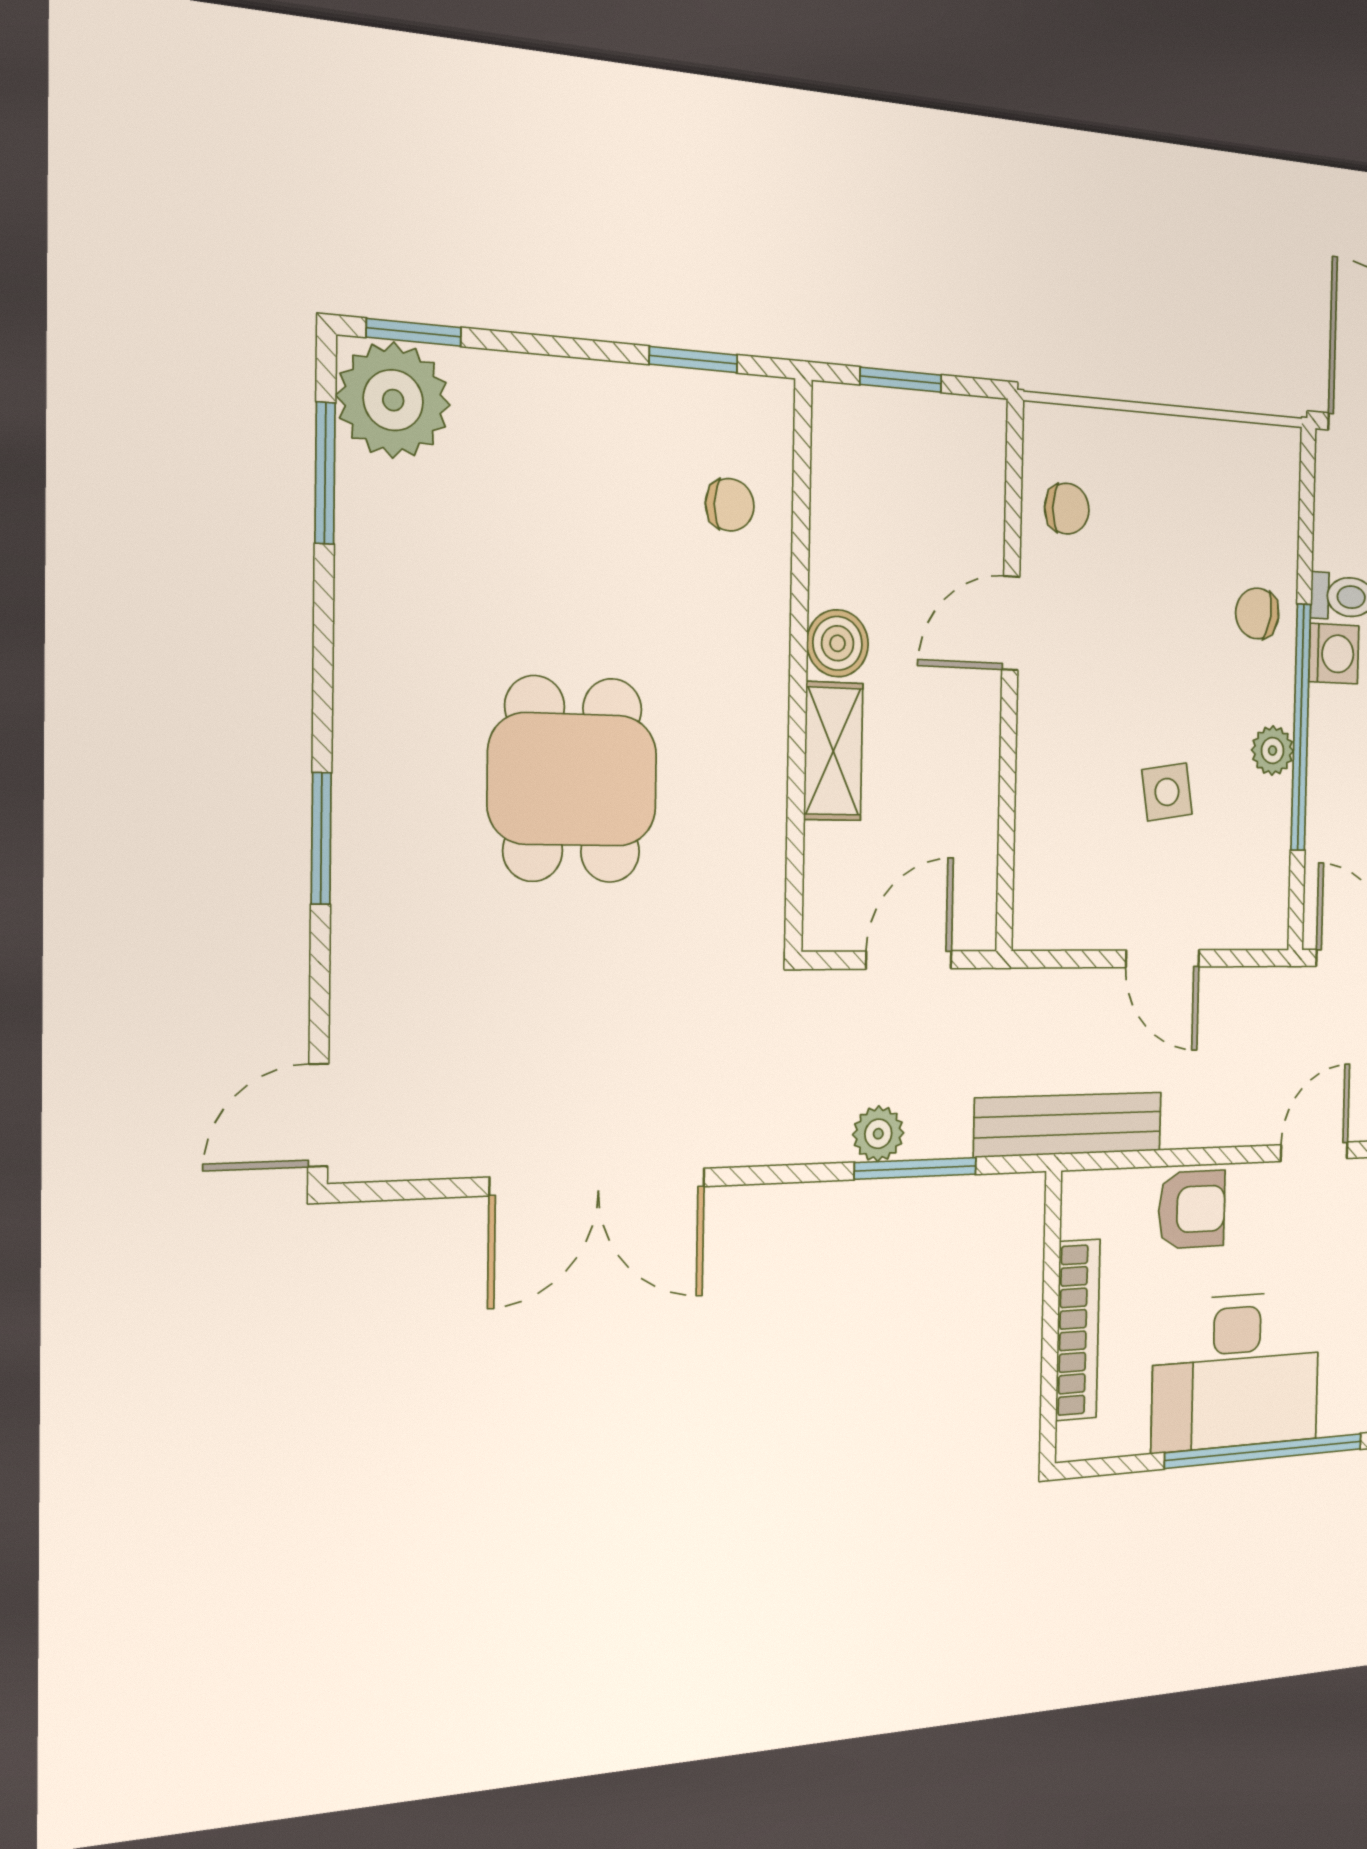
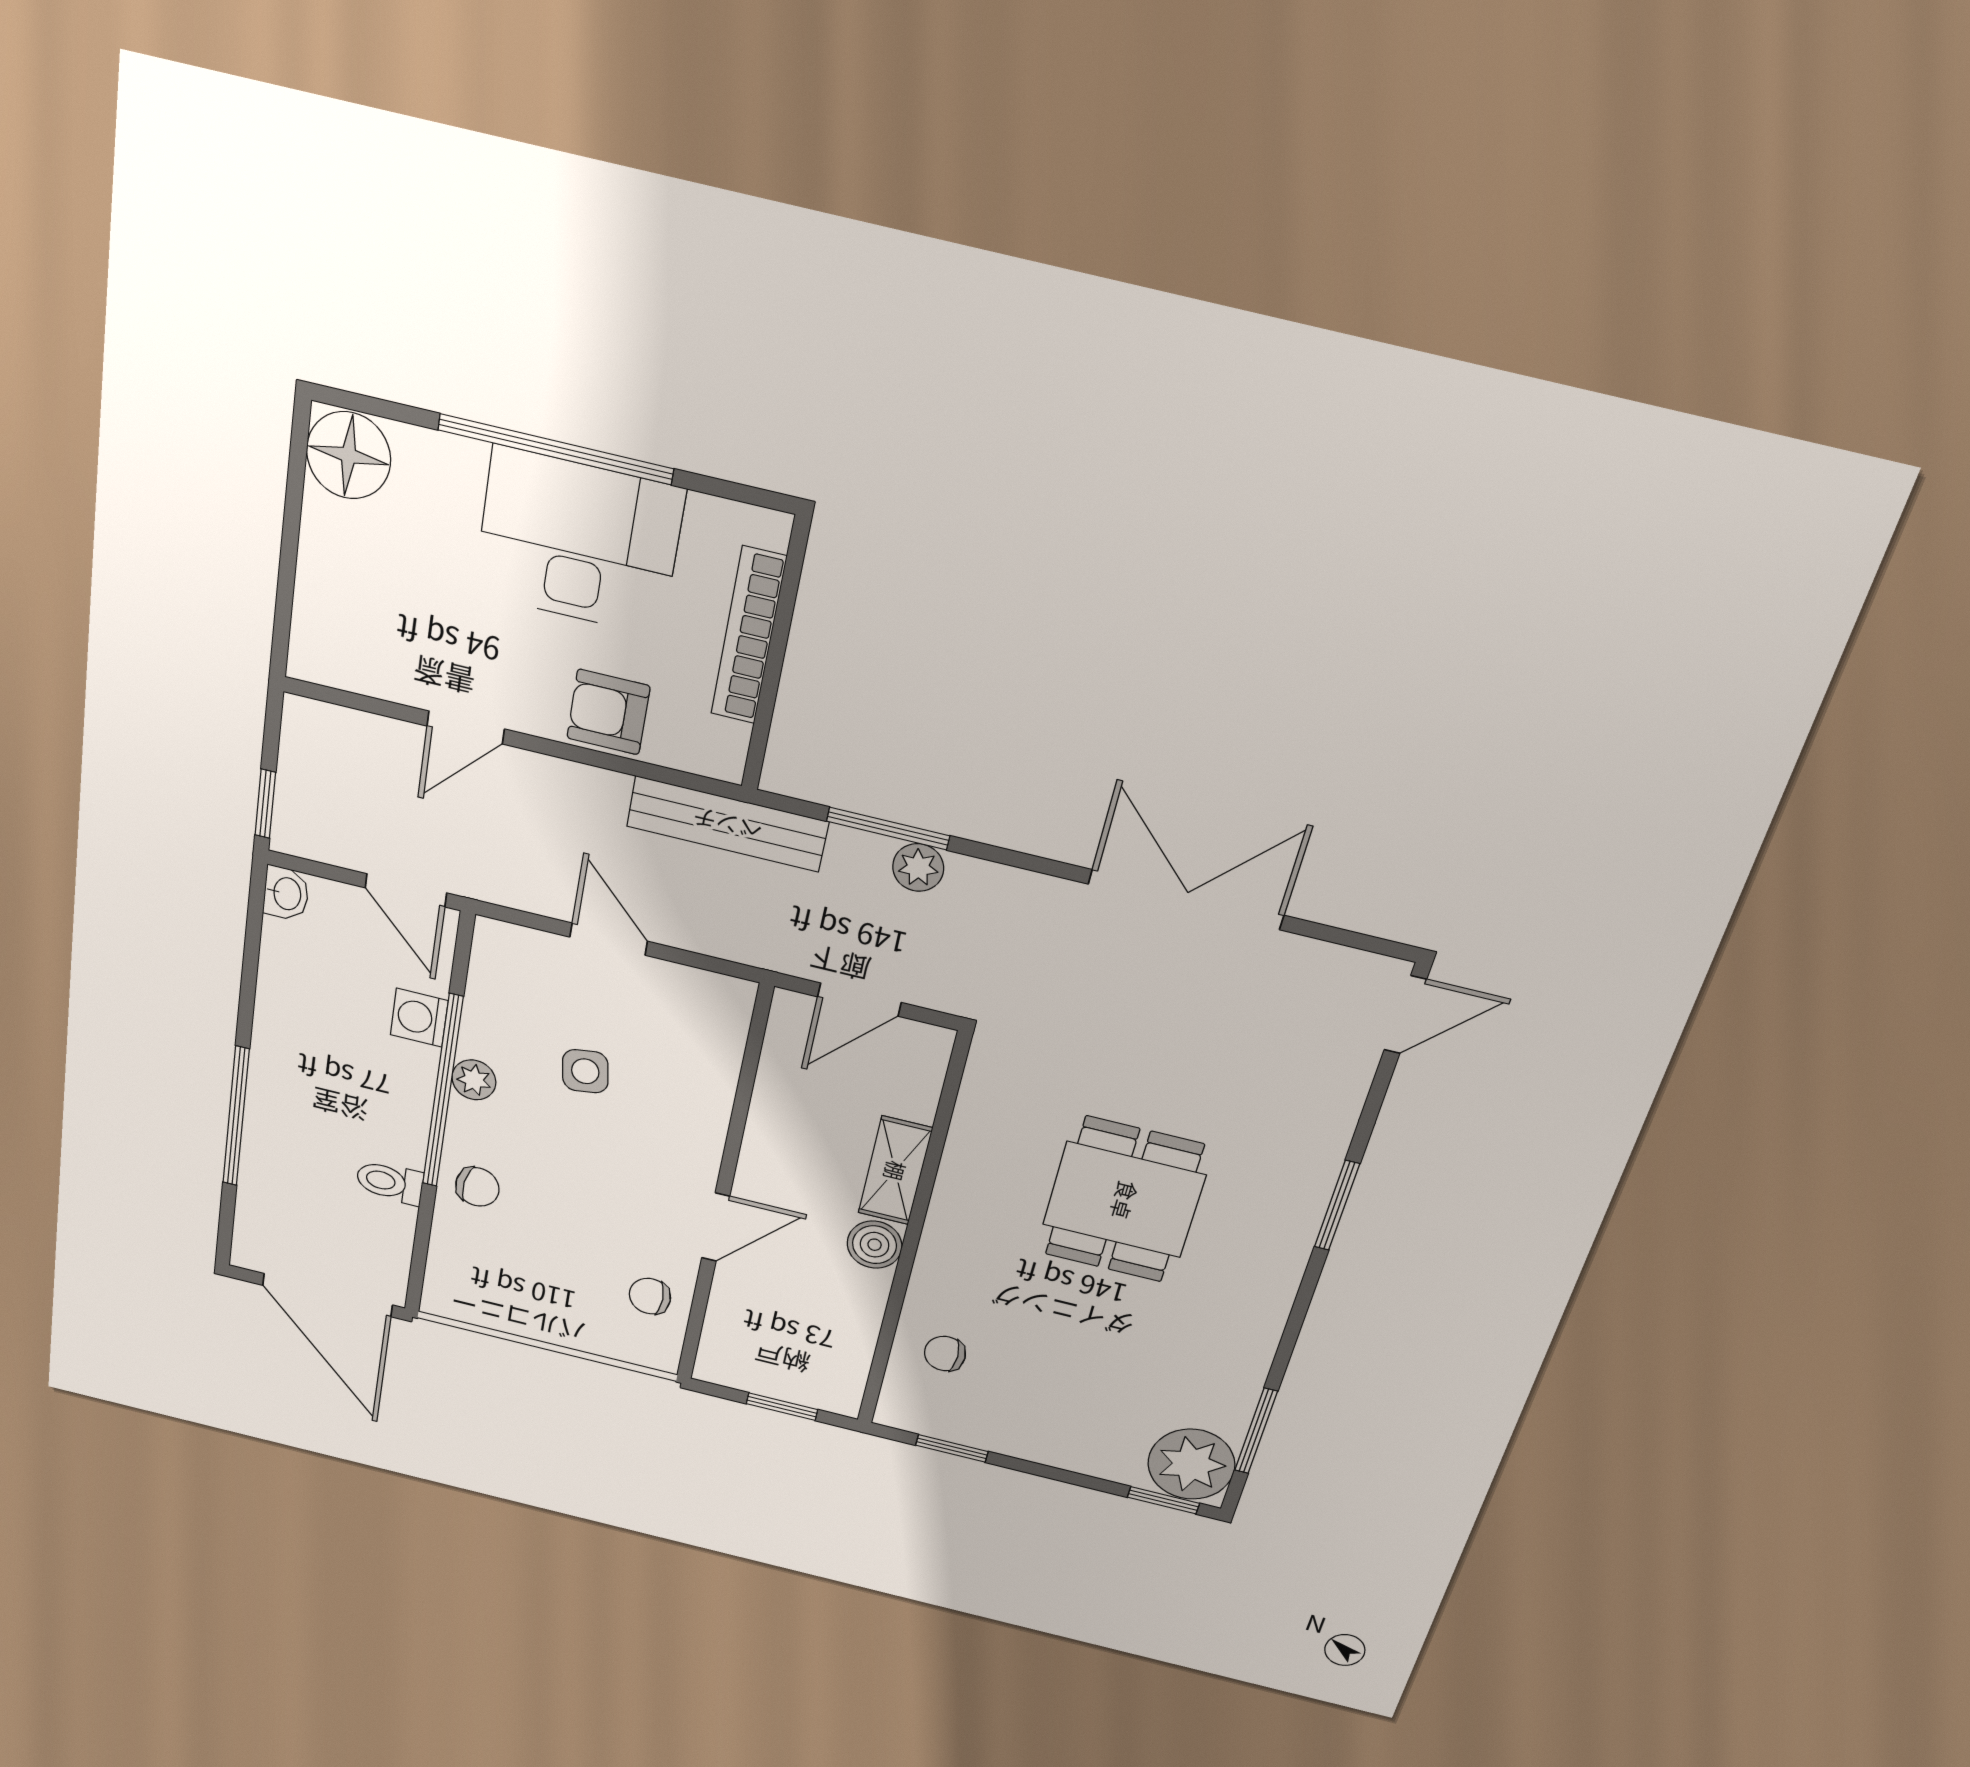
washing machine: (1334, 654) -> (419, 1018), moved

